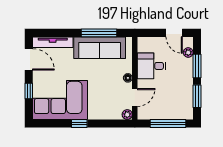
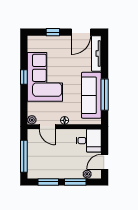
desk: (151, 66) -> (89, 141), moved, turned 90
corner sofa: (60, 100) -> (45, 77), moved

